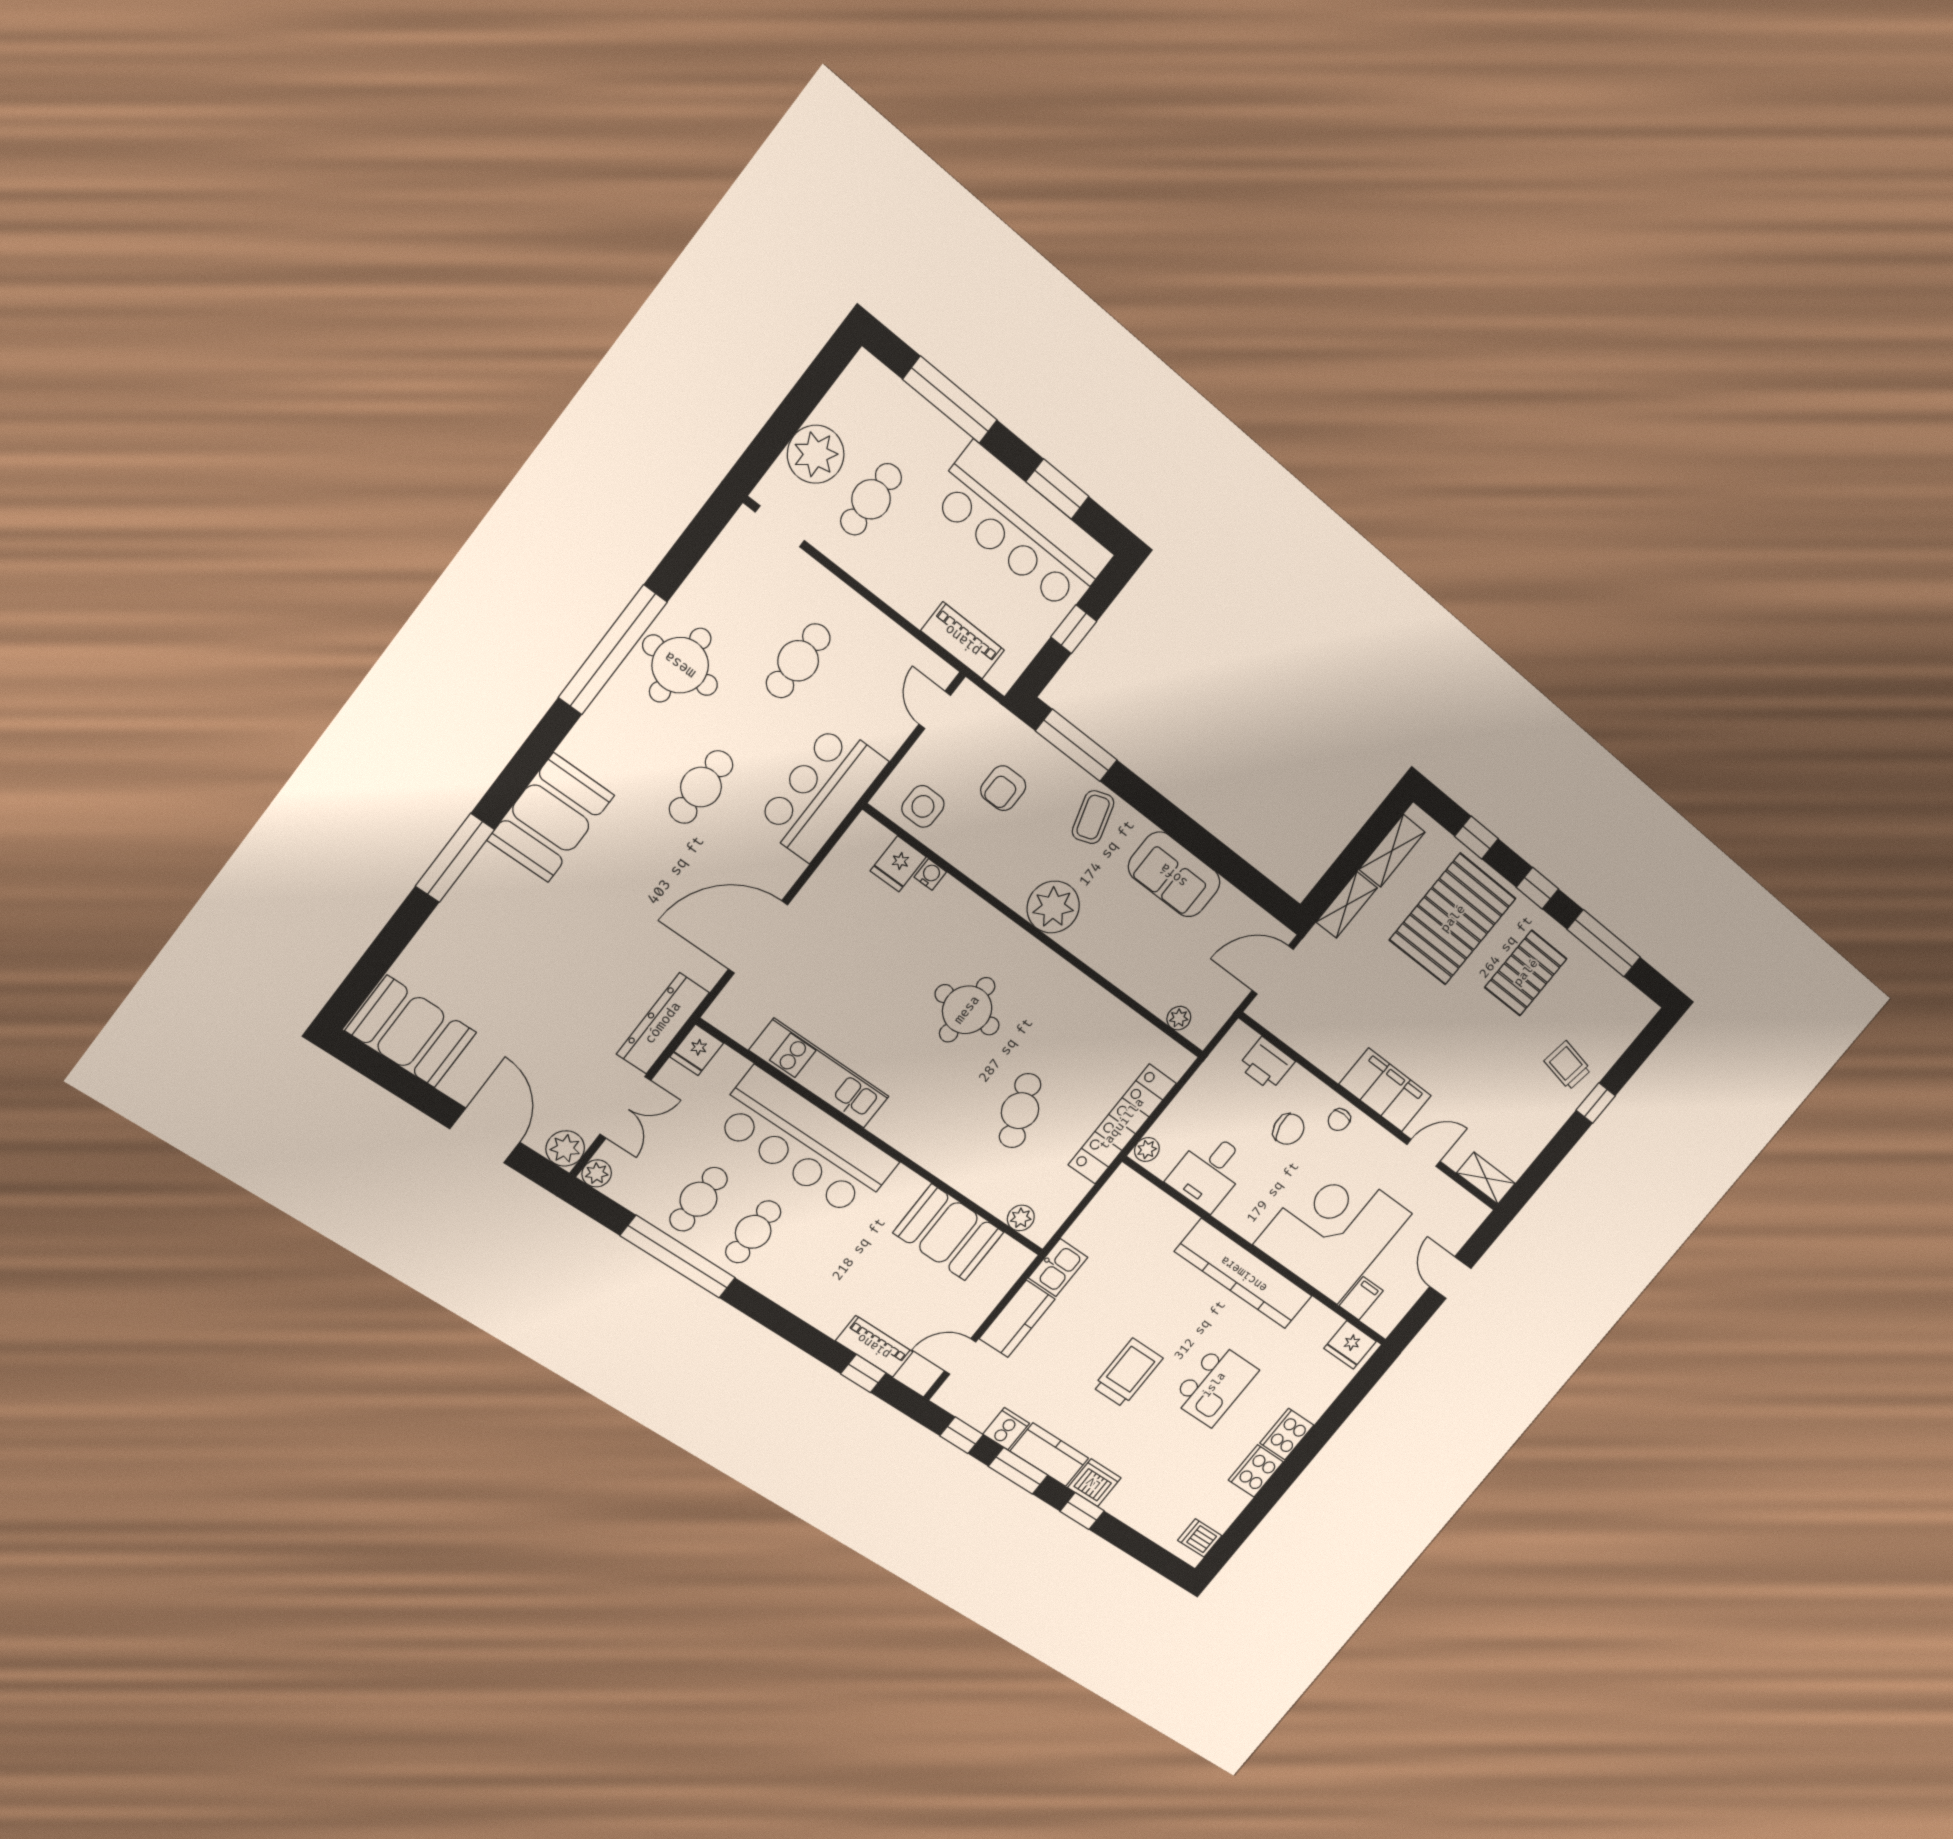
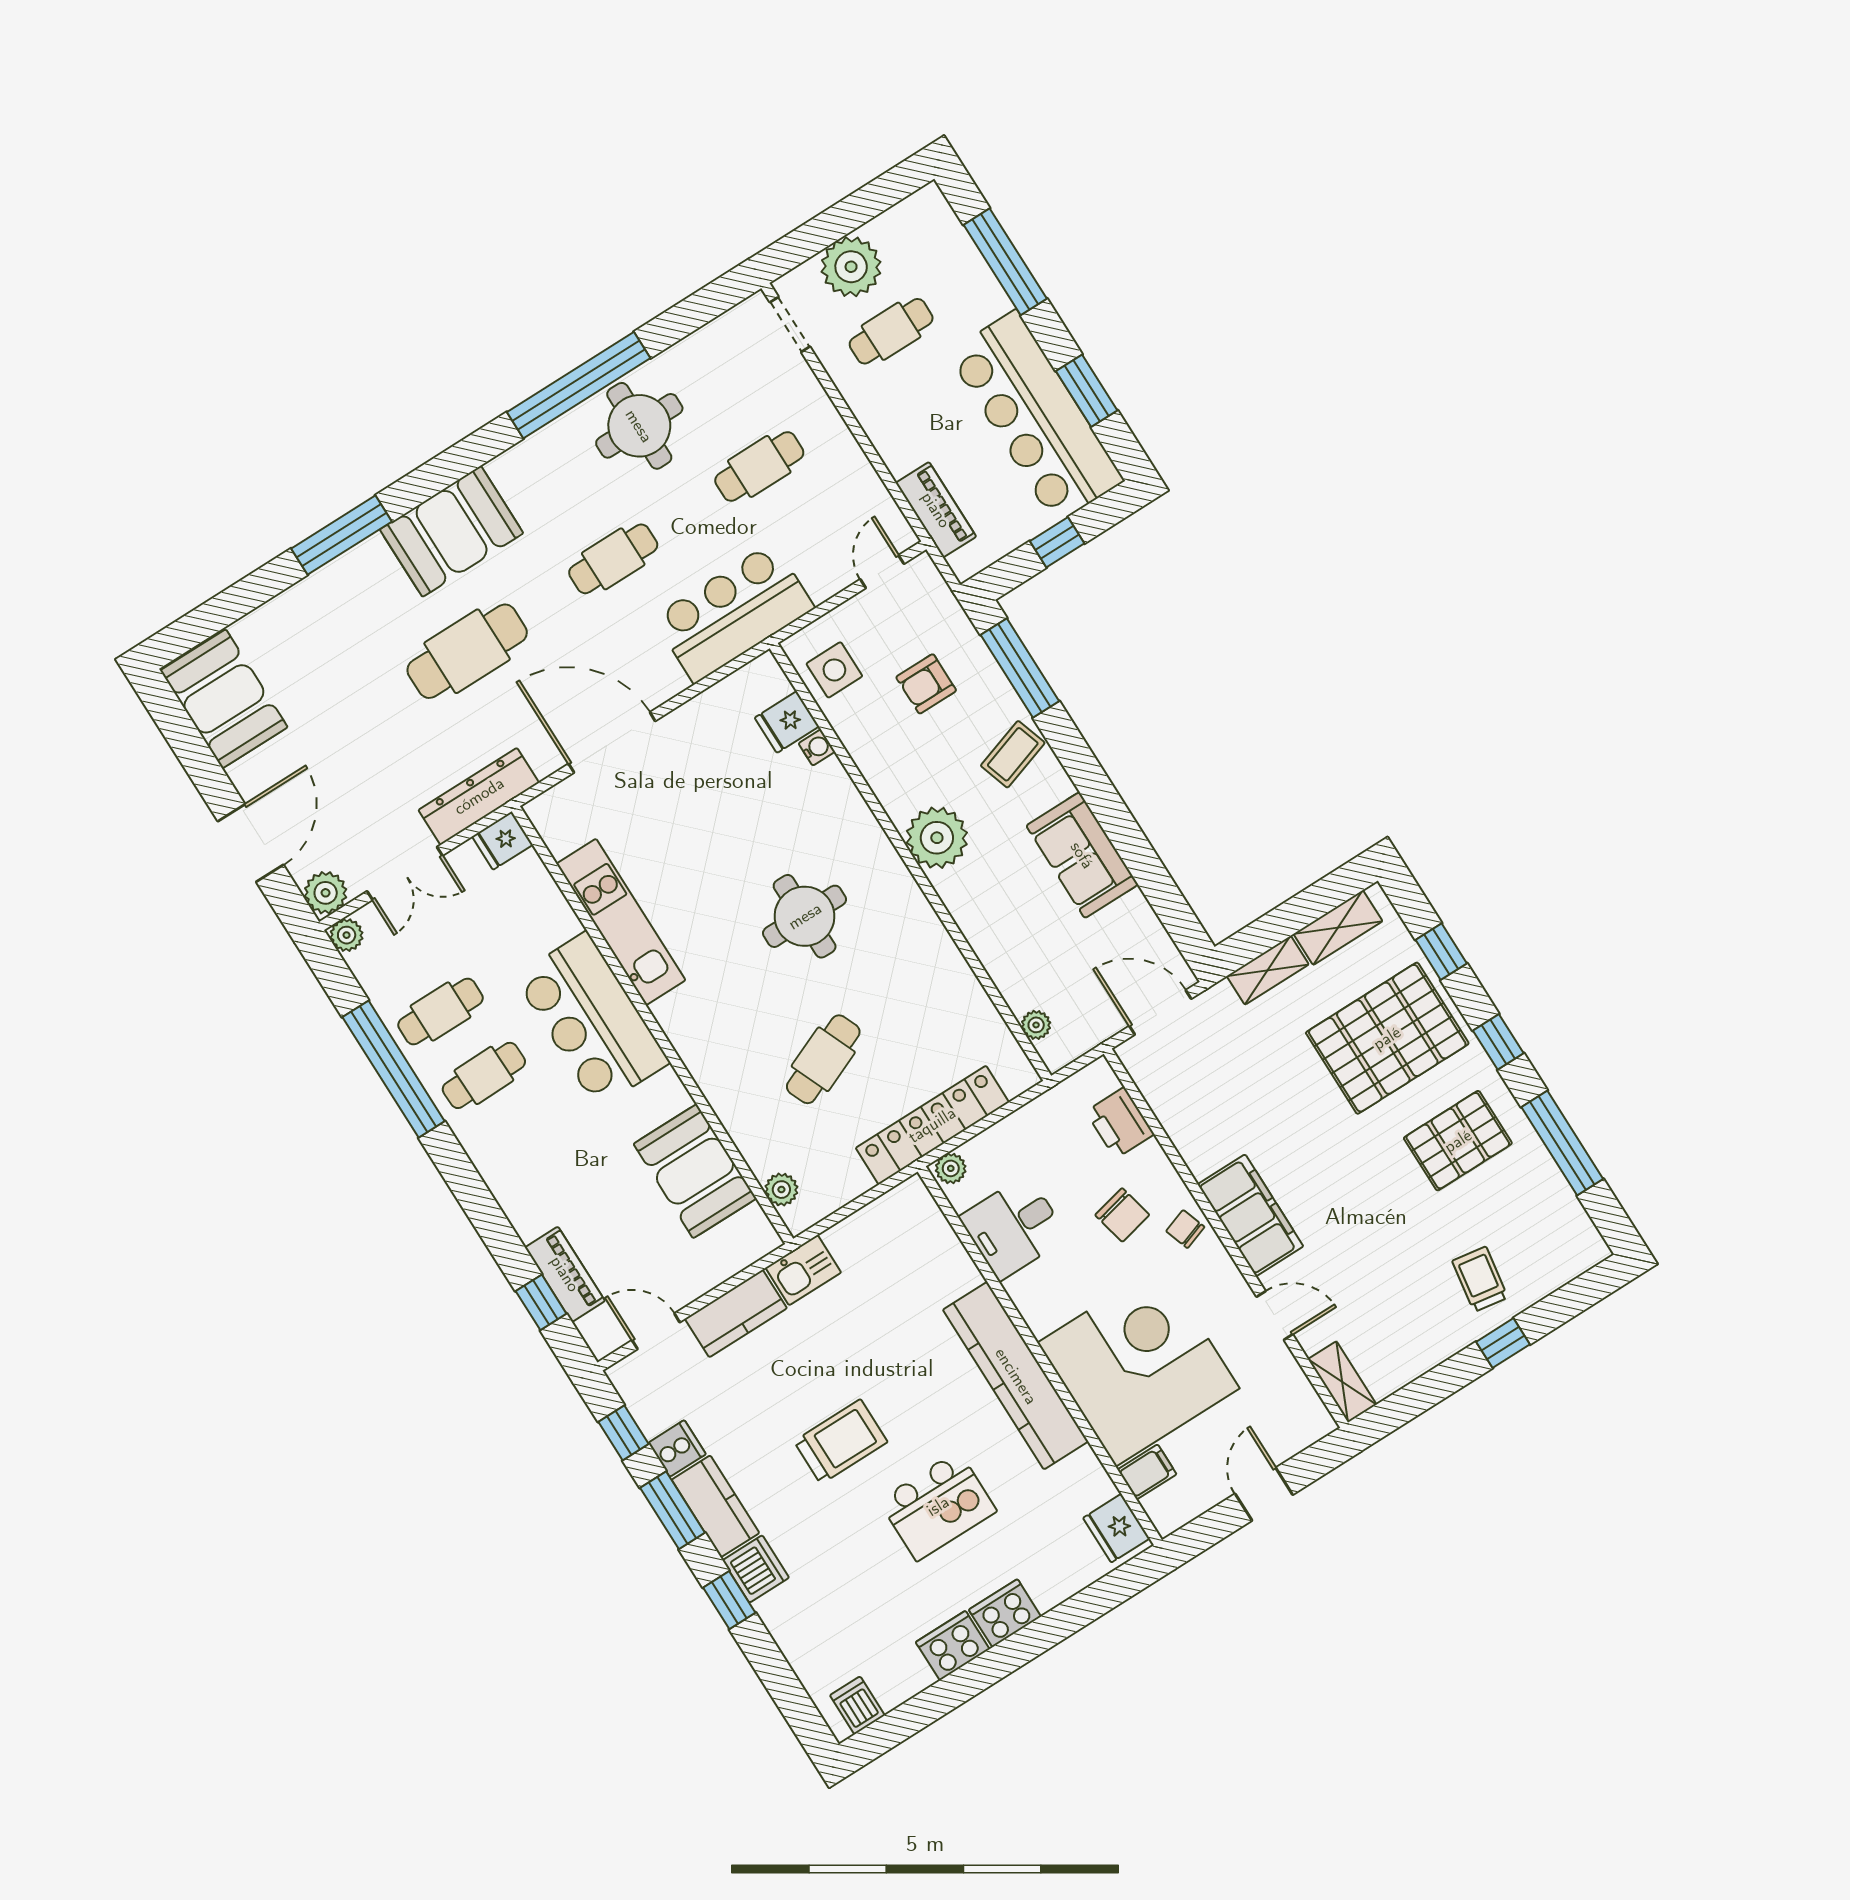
cafe table: (605, 912) -> (467, 651), added
chair: (1339, 1120) -> (1185, 1229), turned 71
bar counter: (805, 1143) -> (592, 1020), width x0.73

